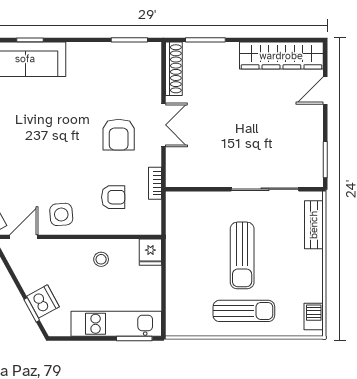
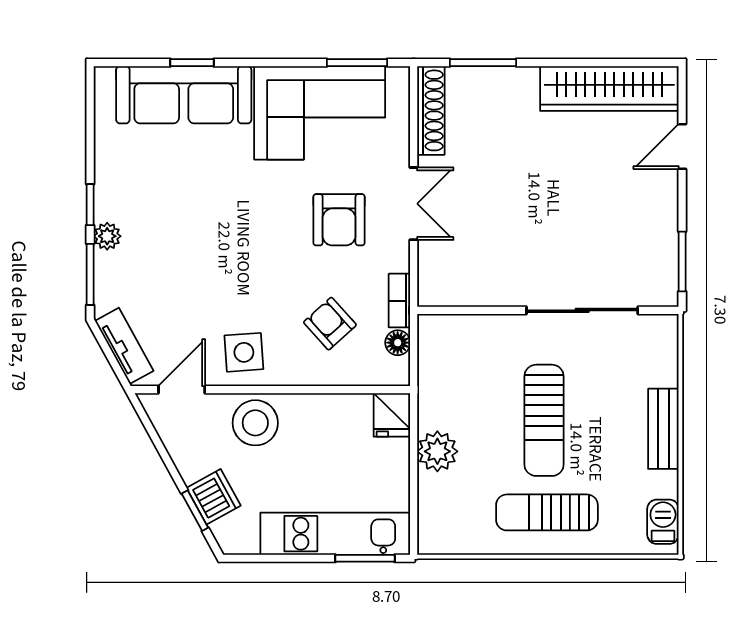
corner sofa: (107, 70) -> (320, 113), added
armchair: (113, 197) -> (330, 324), turned -132
floor lamp: (154, 209) -> (398, 343), added
bench: (314, 225) -> (663, 429), moved
stool: (101, 259) -> (255, 423), moved, width x1.89, depth x1.89
plant: (178, 274) -> (437, 451), added
sun lounger: (244, 311) -> (547, 512), turned 180

